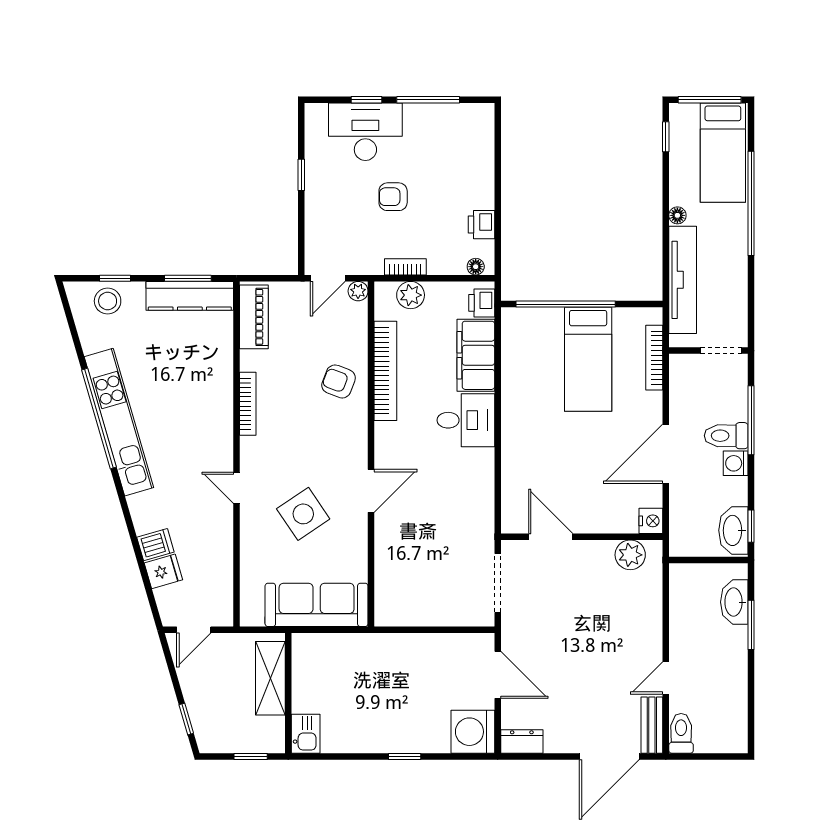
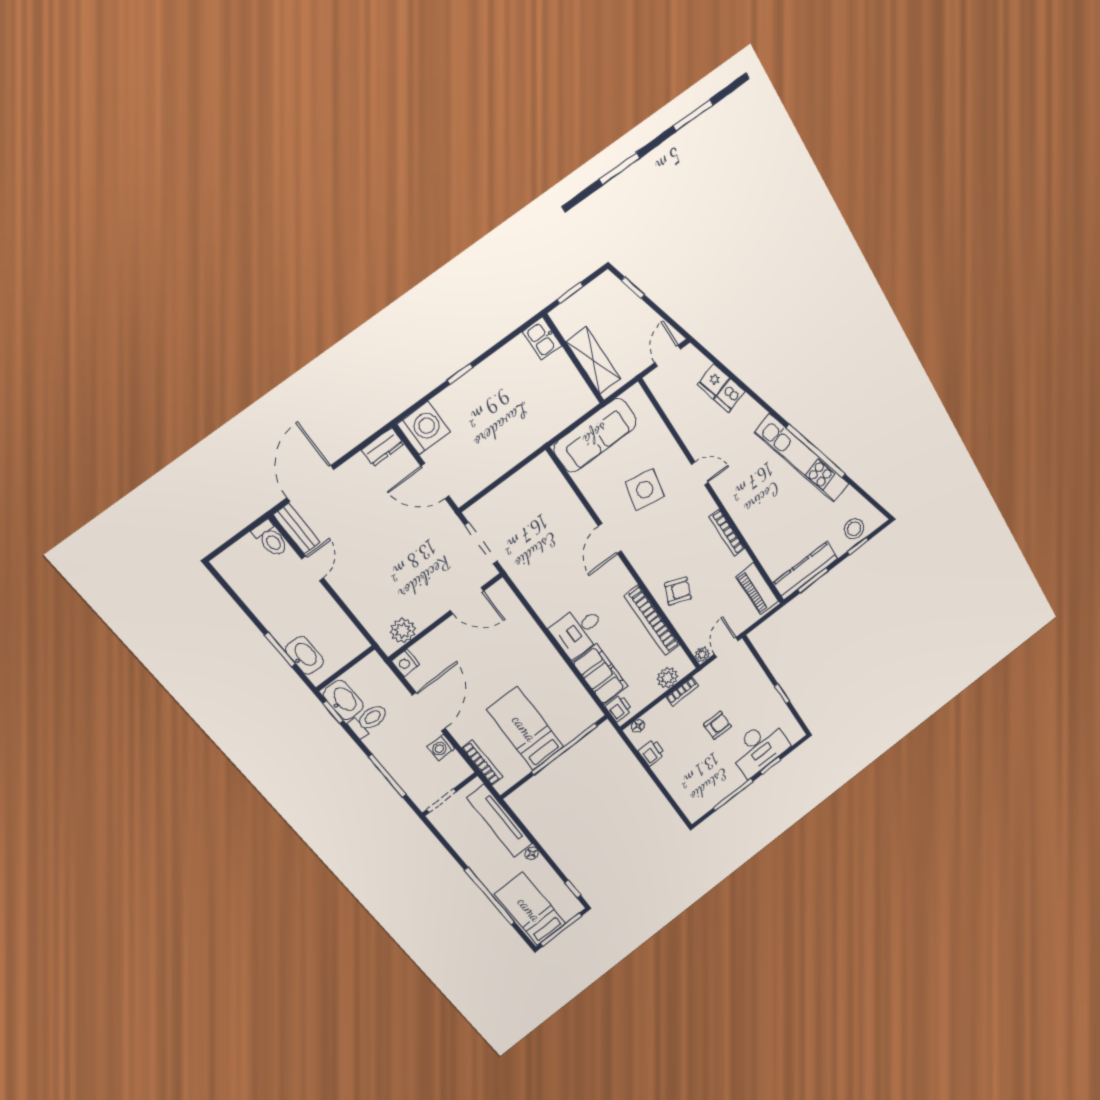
toilet: (726, 436) -> (369, 720), moved
washing machine: (736, 463) -> (441, 747), moved, turned 180
side table: (303, 514) -> (645, 490), turned 45

